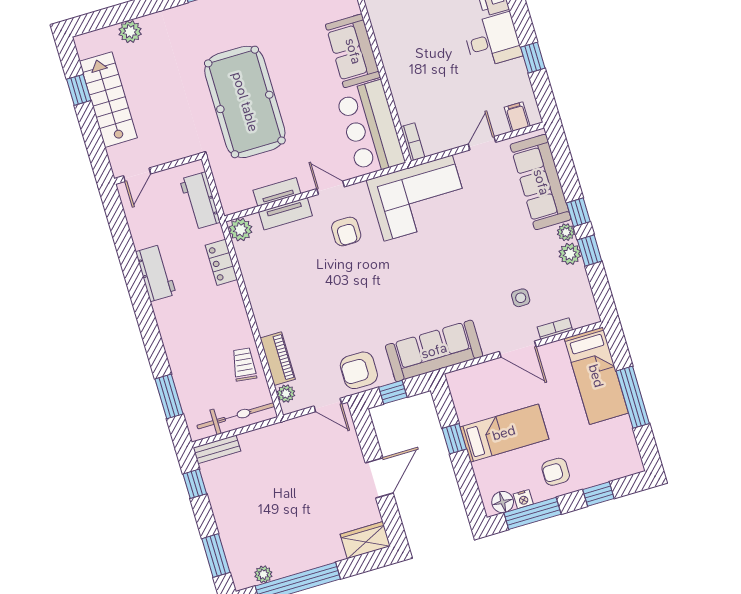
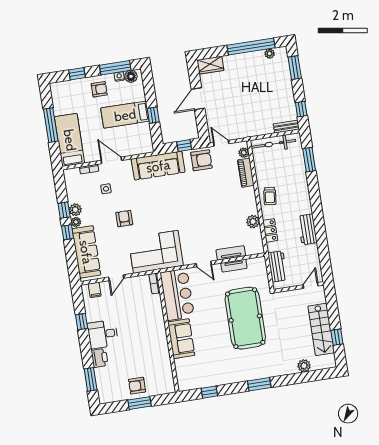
plant: (240, 230) -> (253, 222), moved
armchair: (346, 231) -> (124, 219), moved
trolley: (244, 364) -> (270, 196), moved

